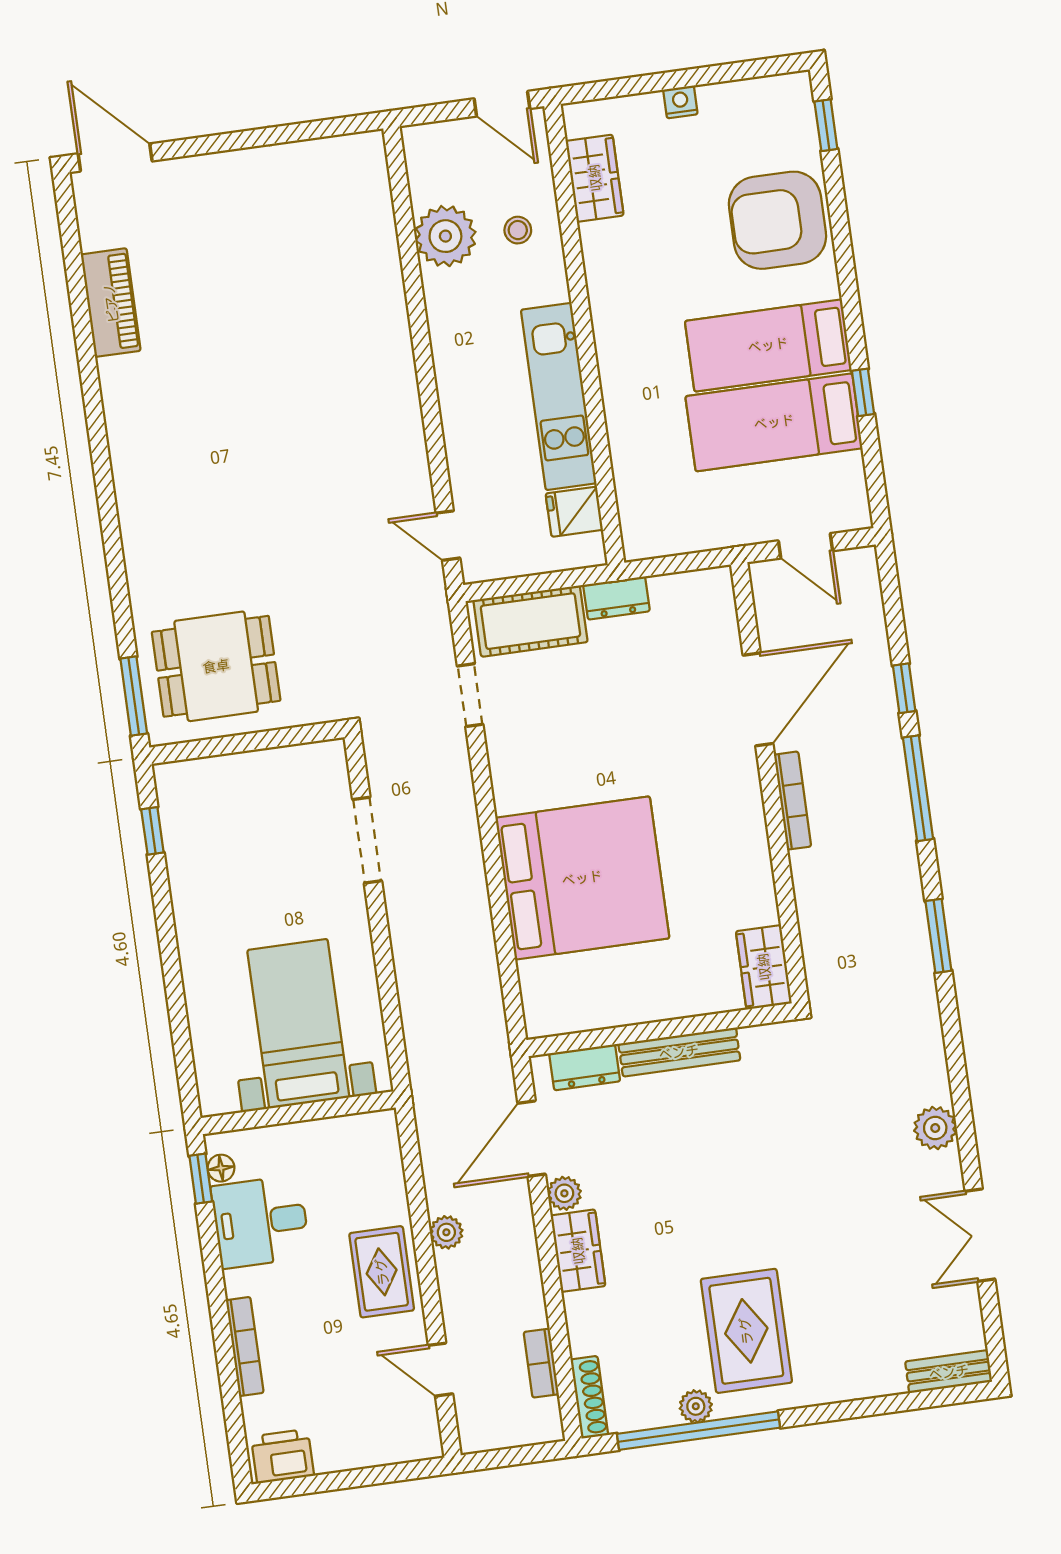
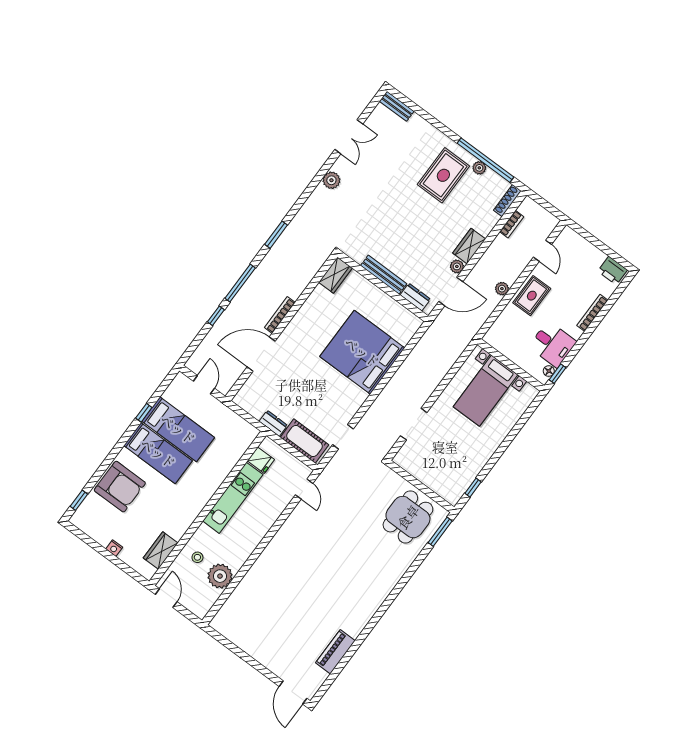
dining table: (216, 666) -> (408, 517), turned 90

